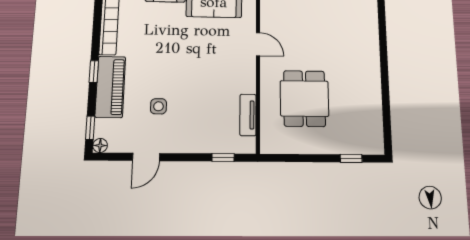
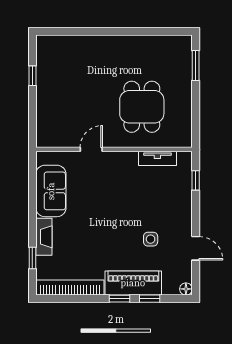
dining table: (304, 98) -> (142, 107), turned 90
window: (90, 128) -> (150, 299), moved
window: (351, 158) -> (196, 65), width x1.50

